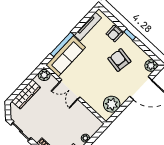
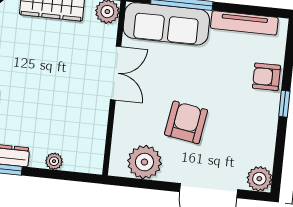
armchair: (119, 60) -> (186, 122), moved
double door: (70, 89) -> (116, 73), swing flipped

